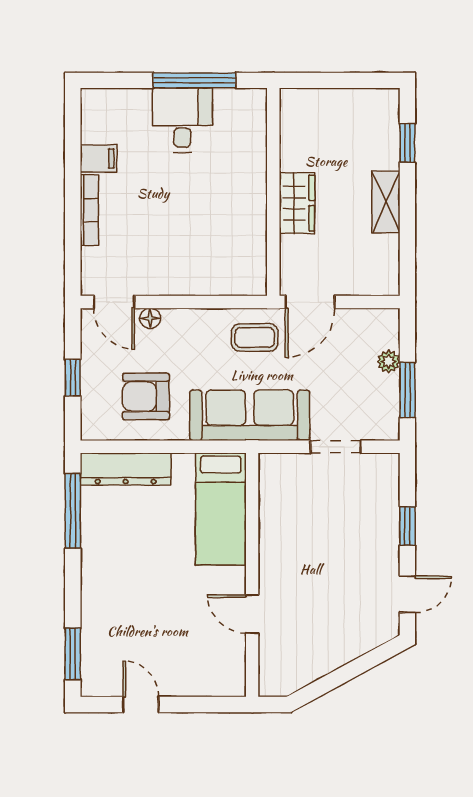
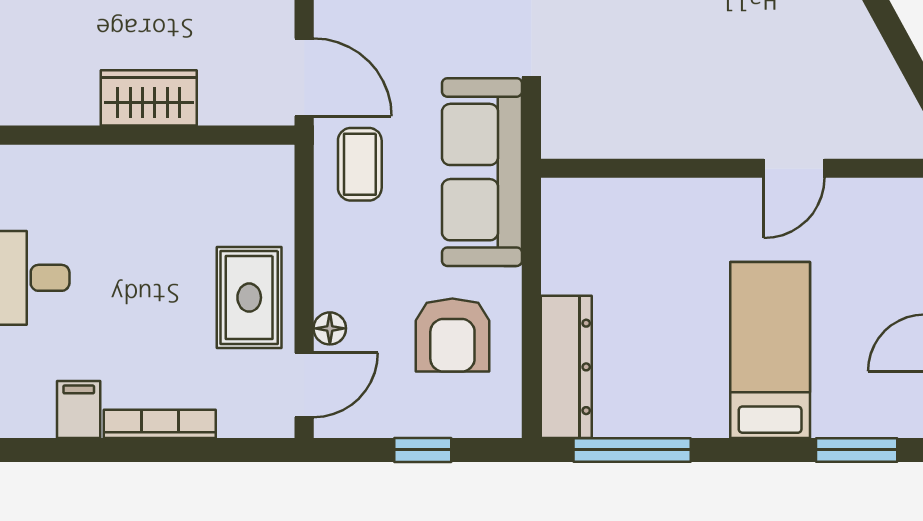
rug: (170, 267) -> (249, 298), added
bed: (221, 509) -> (770, 350), moved, turned -90

